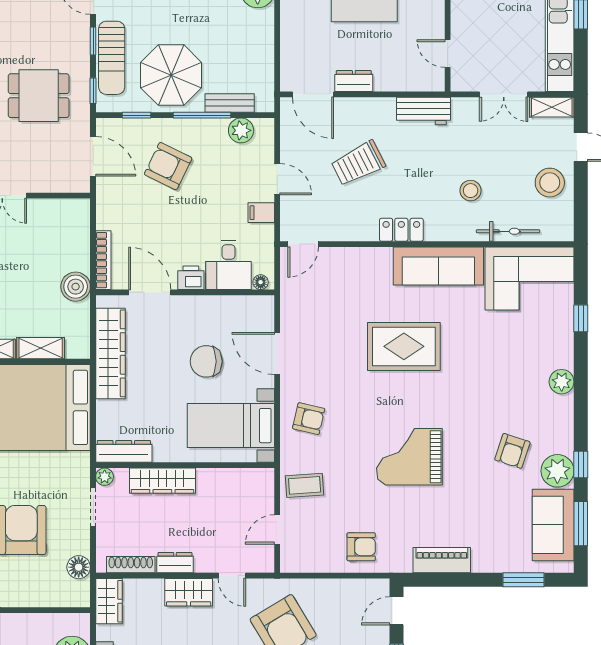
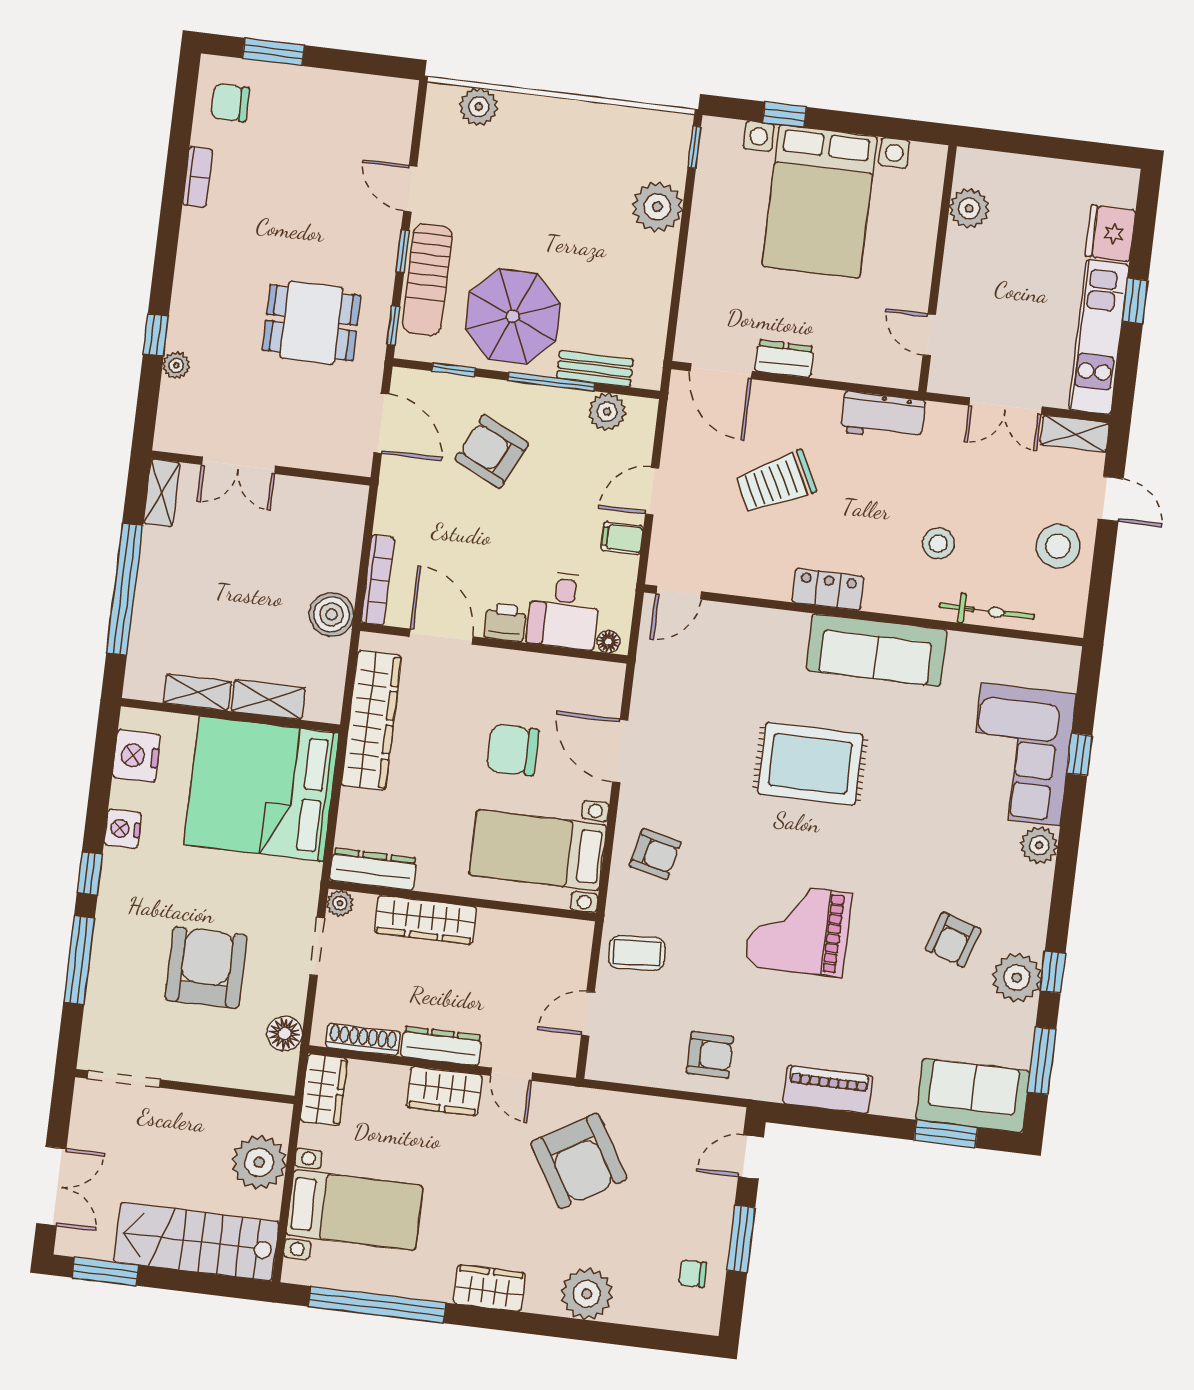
door: (277, 179) -> (652, 491), swing flipped
corner sofa: (529, 278) -> (1021, 754), moved, turned 90
sofa: (553, 525) -> (973, 1095), moved, turned 90
dresser: (175, 563) -> (441, 1046), width x1.44

